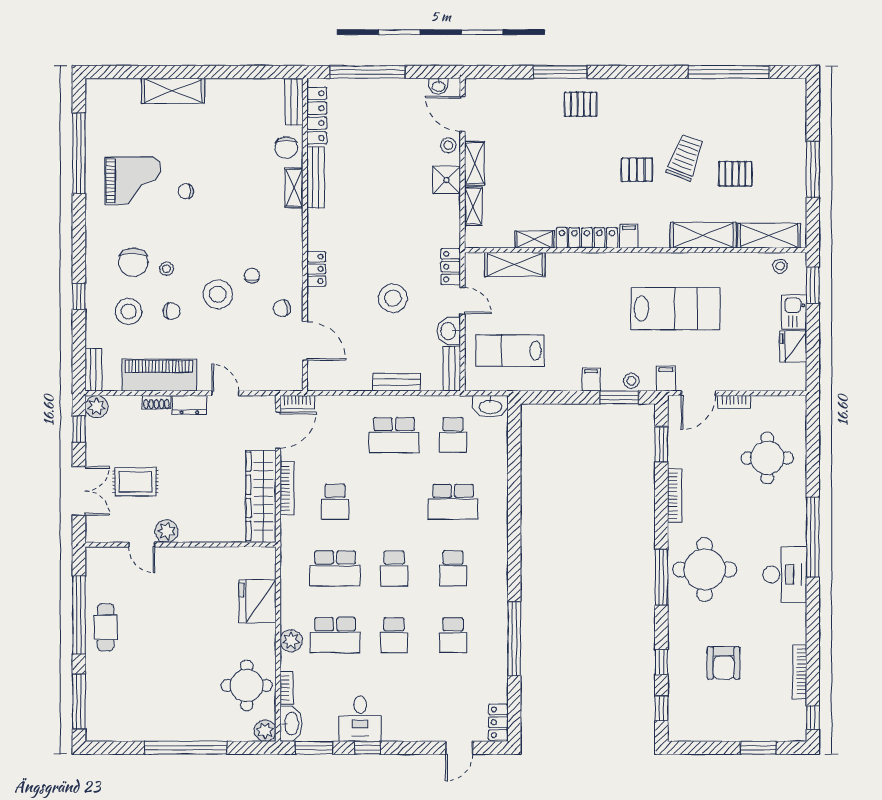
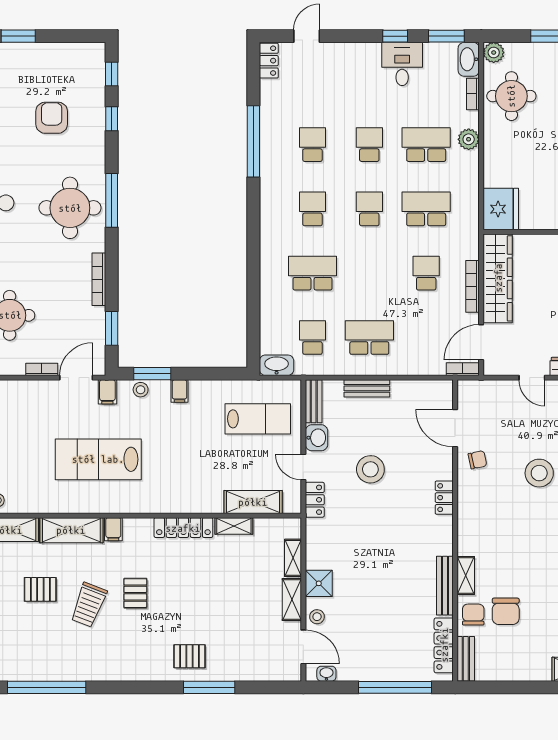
pallet: (637, 170) -> (135, 593), turned 90
filing cabinet: (629, 236) -> (113, 529), moved
chair: (252, 276) -> (506, 611), moved, width x1.87, depth x1.87
fridge: (258, 601) -> (501, 209), moved

